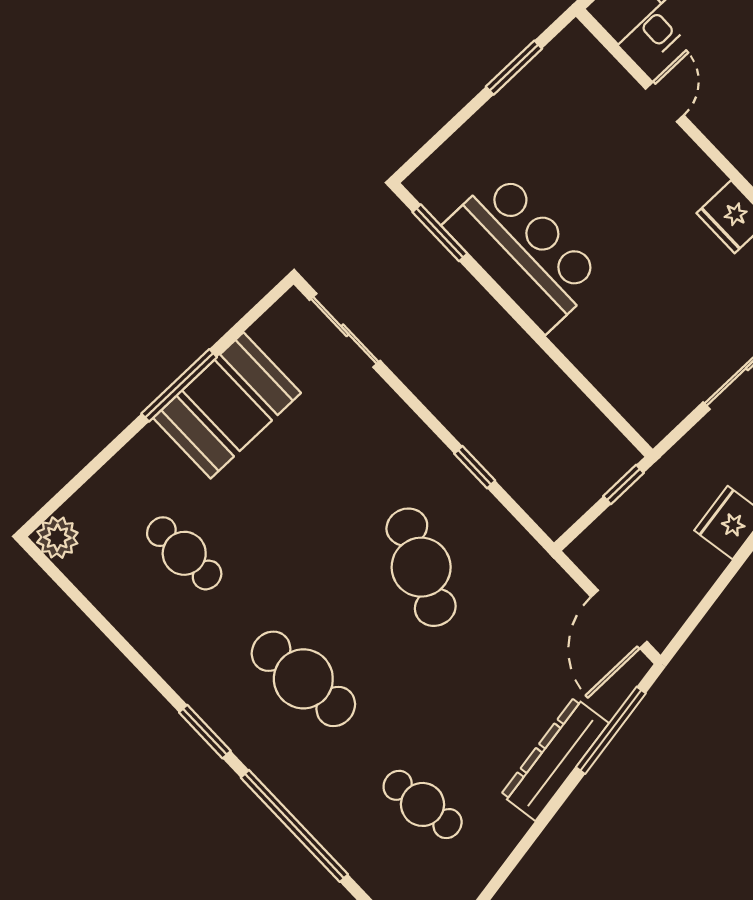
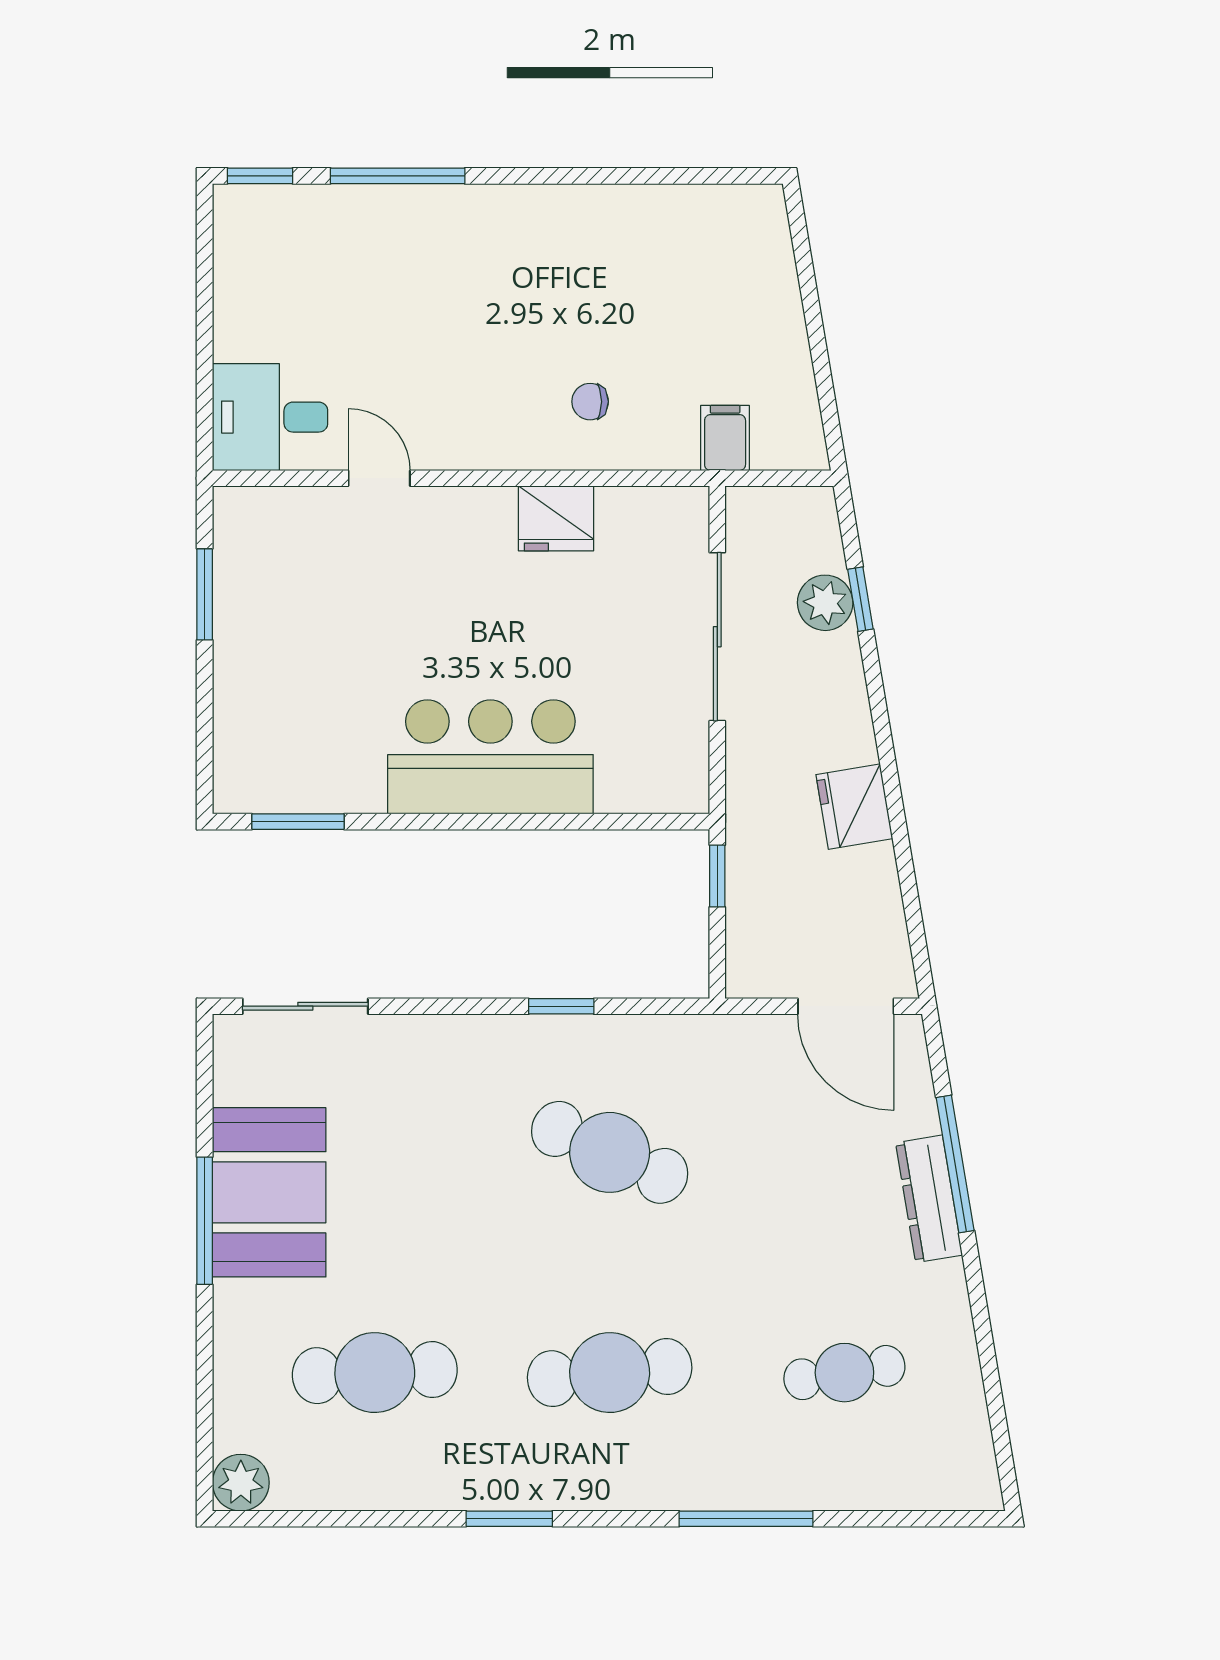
bar counter: (523, 252) -> (490, 757), moved
cafe table: (184, 553) -> (375, 1373), width x1.37, depth x1.35
window: (611, 730) -> (955, 1164), moved
window: (205, 732) -> (509, 1519), moved
dresser: (555, 759) -> (929, 1199), width x0.73, depth x0.80
window: (294, 826) -> (746, 1519), width x0.68

